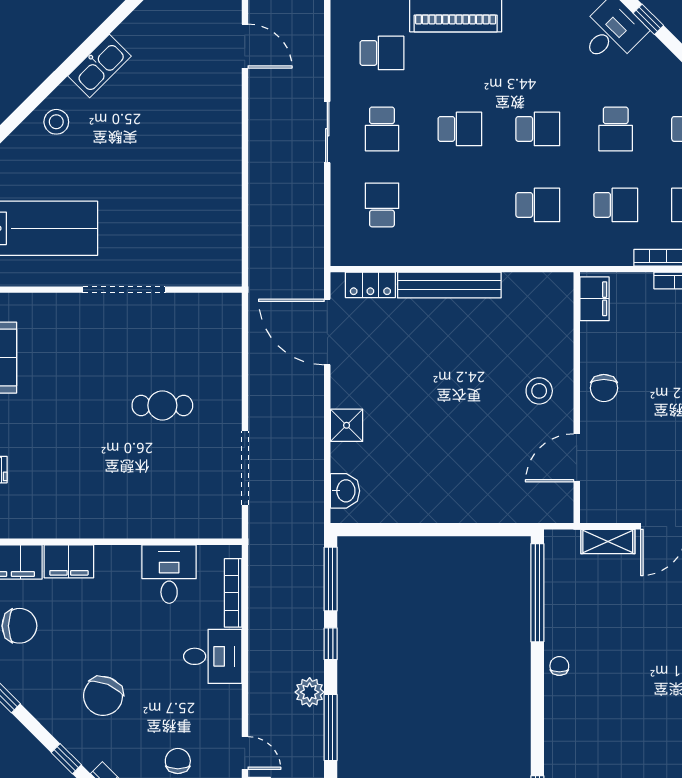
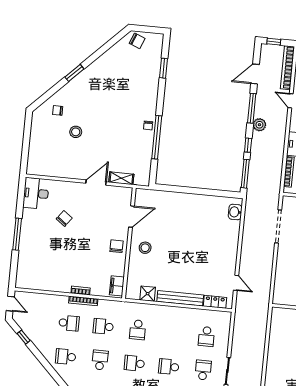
school desk: (538, 205) -> (138, 330), turned -90
door: (327, 332) -> (236, 283), width x0.53
shower: (347, 425) -> (148, 294), moved
window: (537, 593) -> (157, 137), moved

